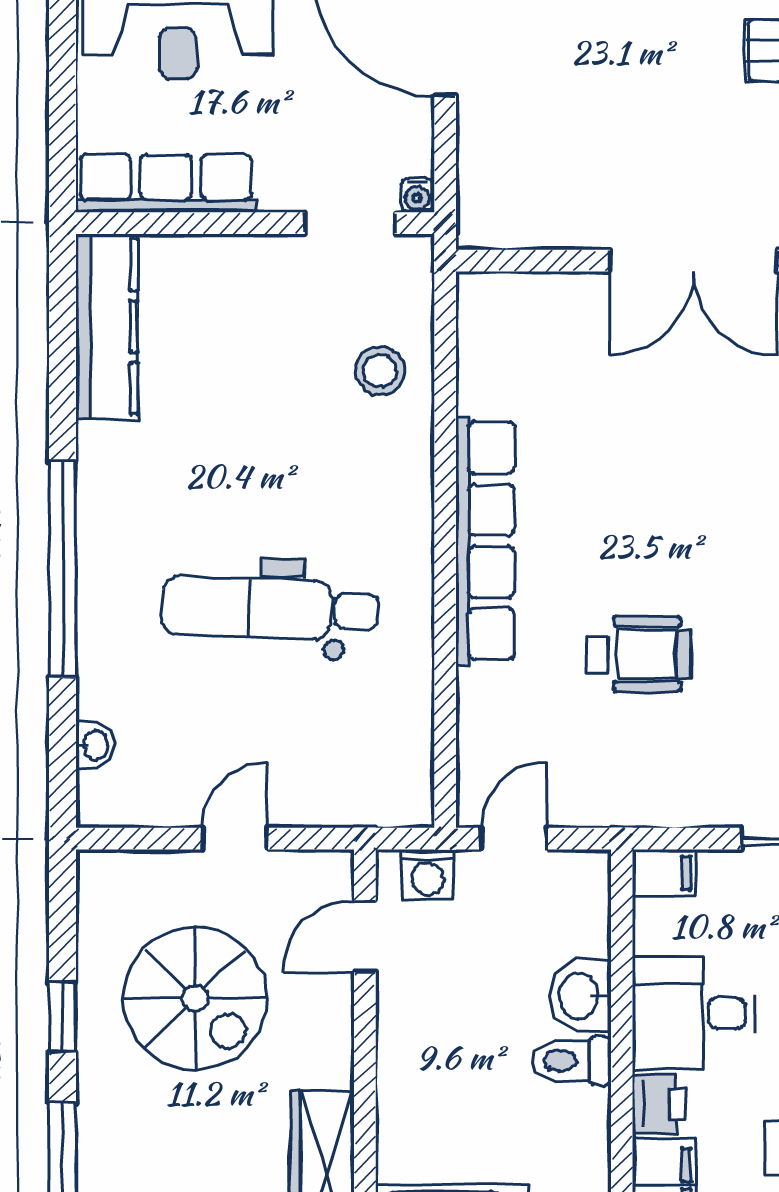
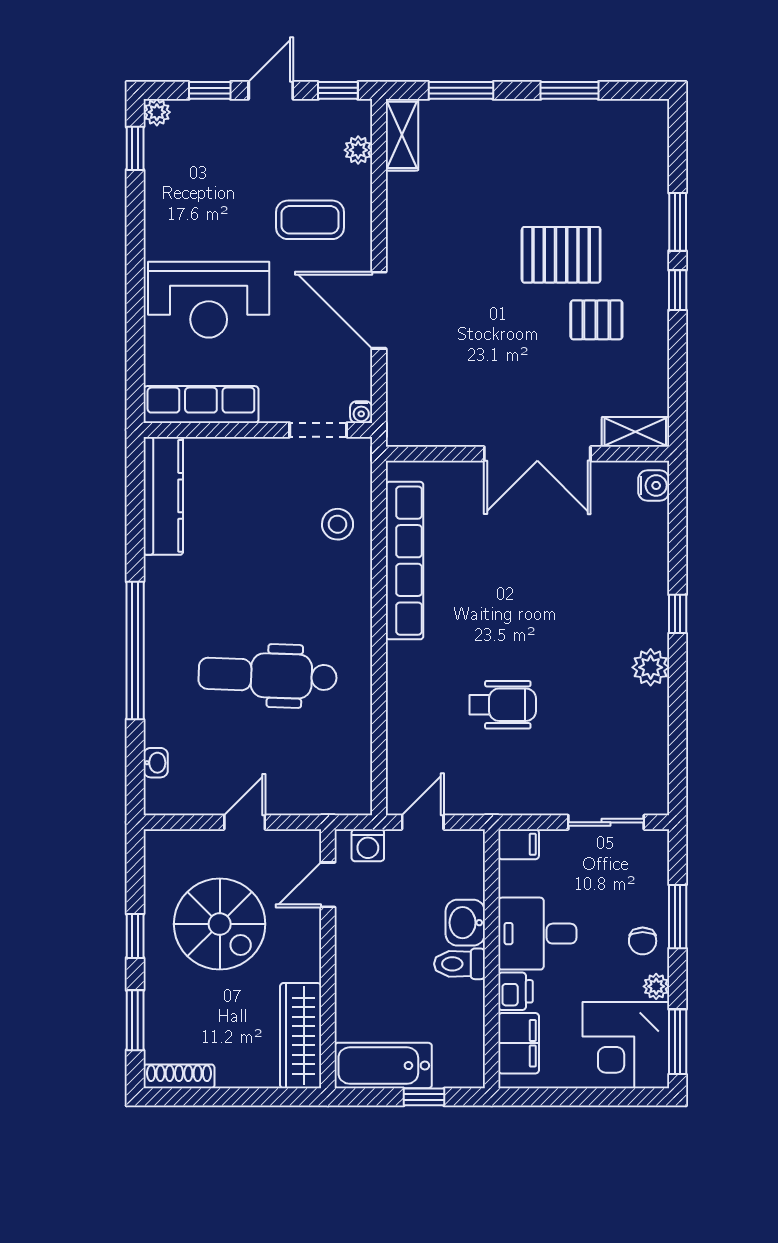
row of seats: (485, 541) -> (405, 561), moved

